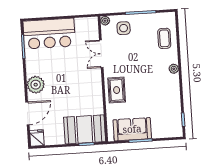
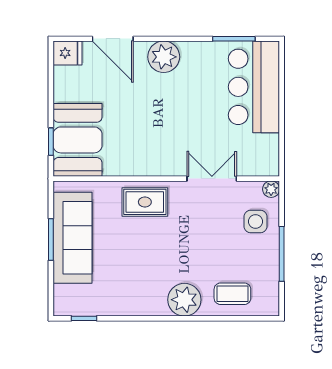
plant: (174, 69) -> (184, 300), width x1.88, depth x1.88
sofa: (132, 129) -> (72, 238), width x1.36

